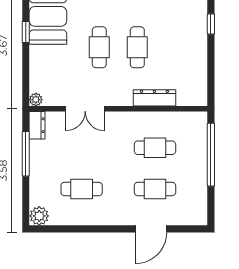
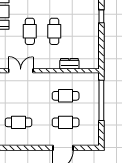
dresser: (154, 98) -> (69, 64), width x0.70
double door: (85, 109) -> (21, 71), swing flipped

